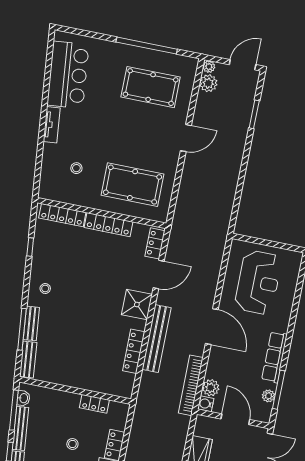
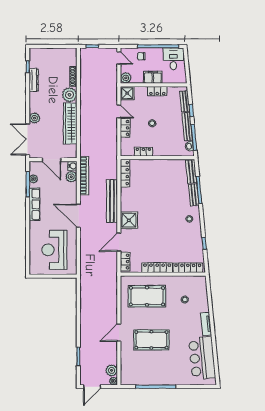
pool table: (151, 87) -> (151, 340), moved
locker: (134, 351) -> (125, 173), moved

